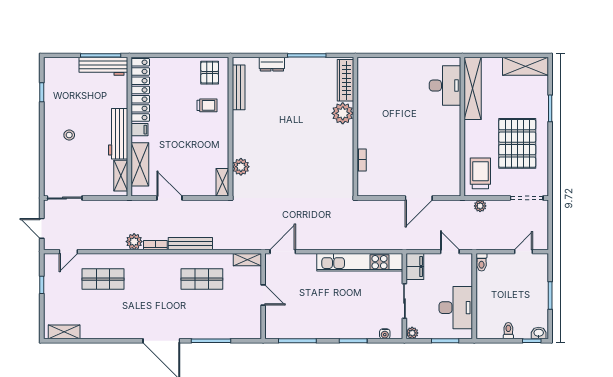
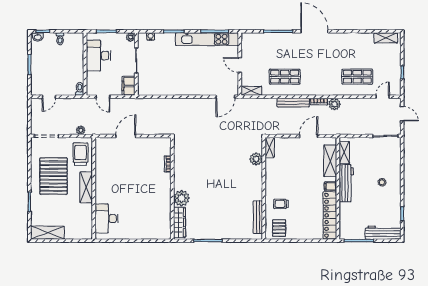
dresser: (272, 64) -> (233, 234), removed
workbench: (103, 66) -> (383, 233), moved
shelving: (473, 88) -> (86, 187), moved, width x0.68
trolley: (480, 173) -> (80, 154), turned 180
door: (169, 198) -> (309, 136), swing flipped
kitchen unit: (360, 262) -> (207, 39), moved, turned 180

